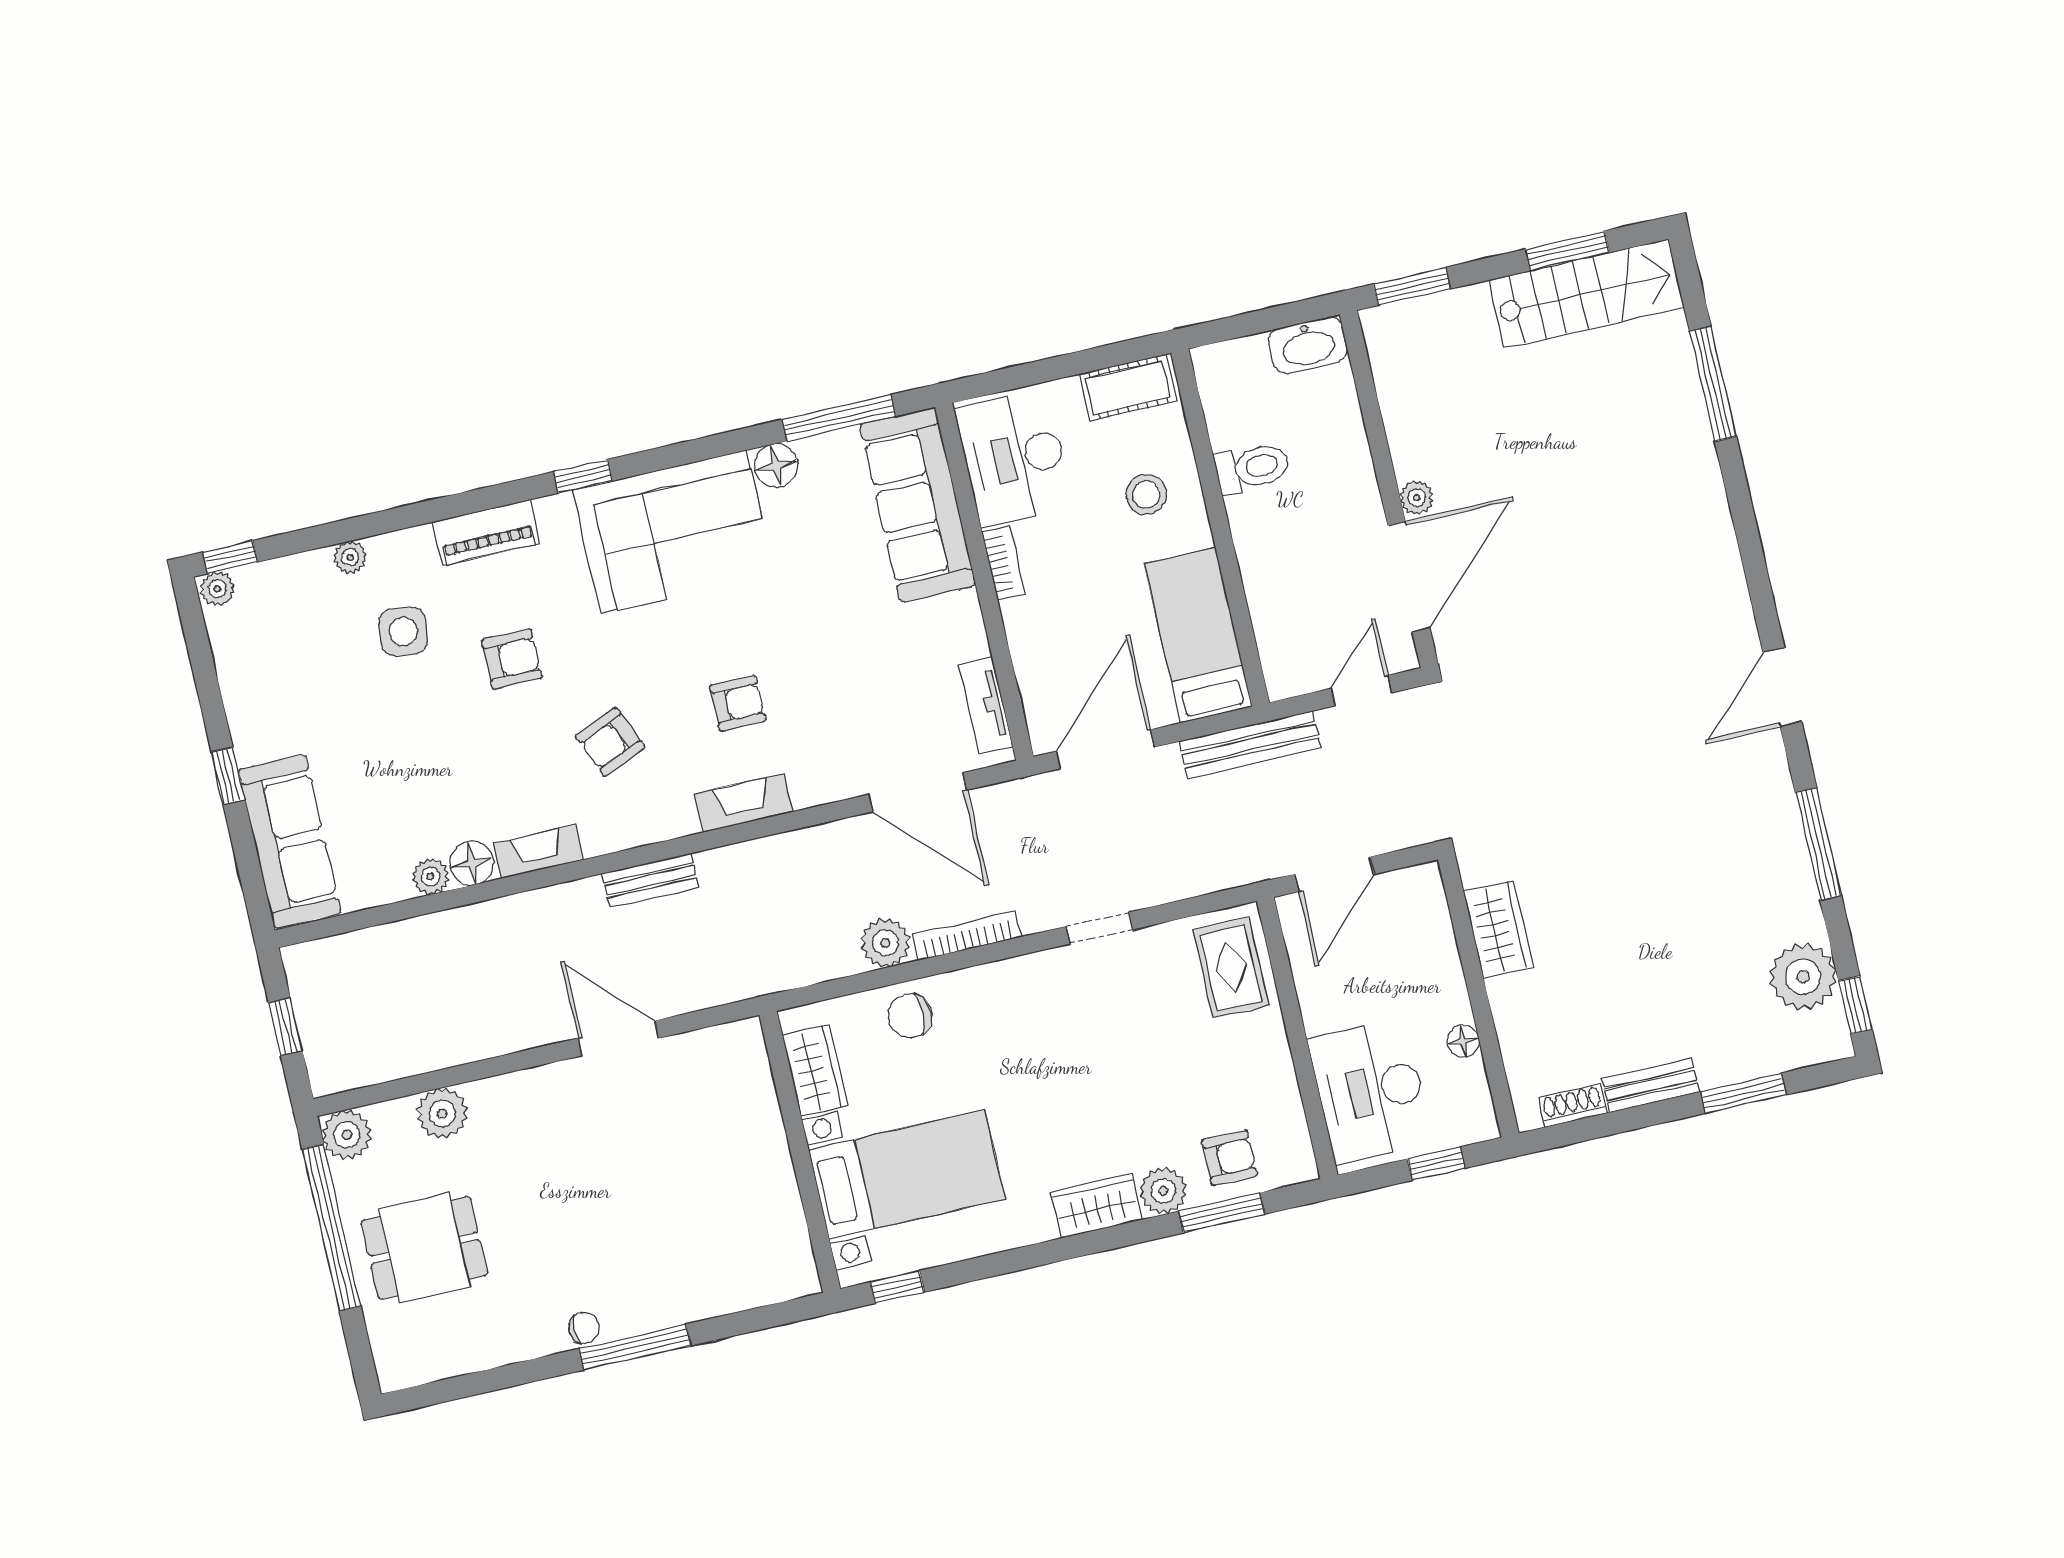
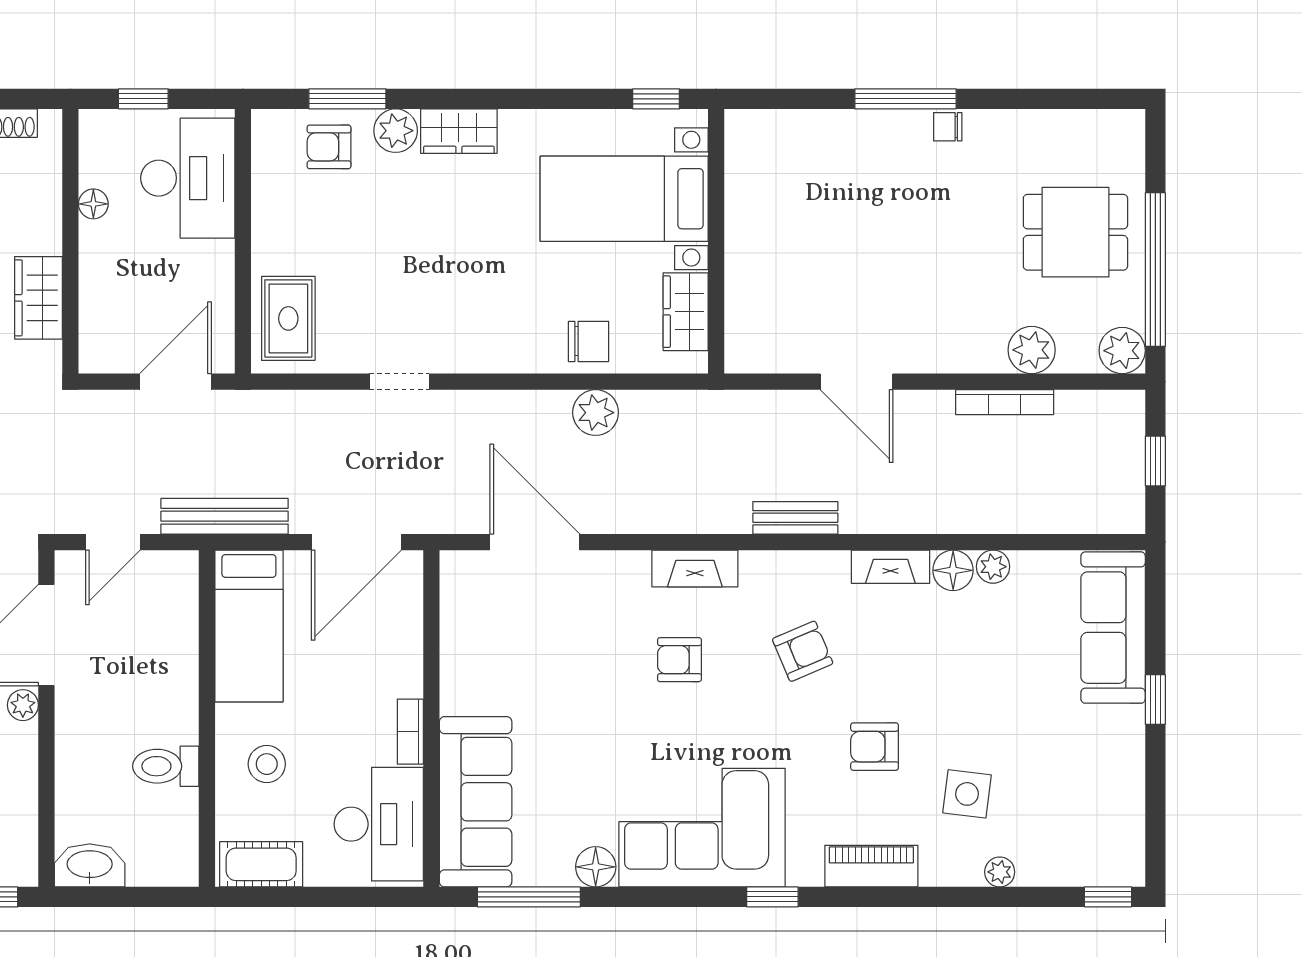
plant: (217, 589) -> (1126, 871), removed
tv unit: (986, 706) -> (456, 606), removed
bookcase: (967, 936) -> (1005, 402), moved

